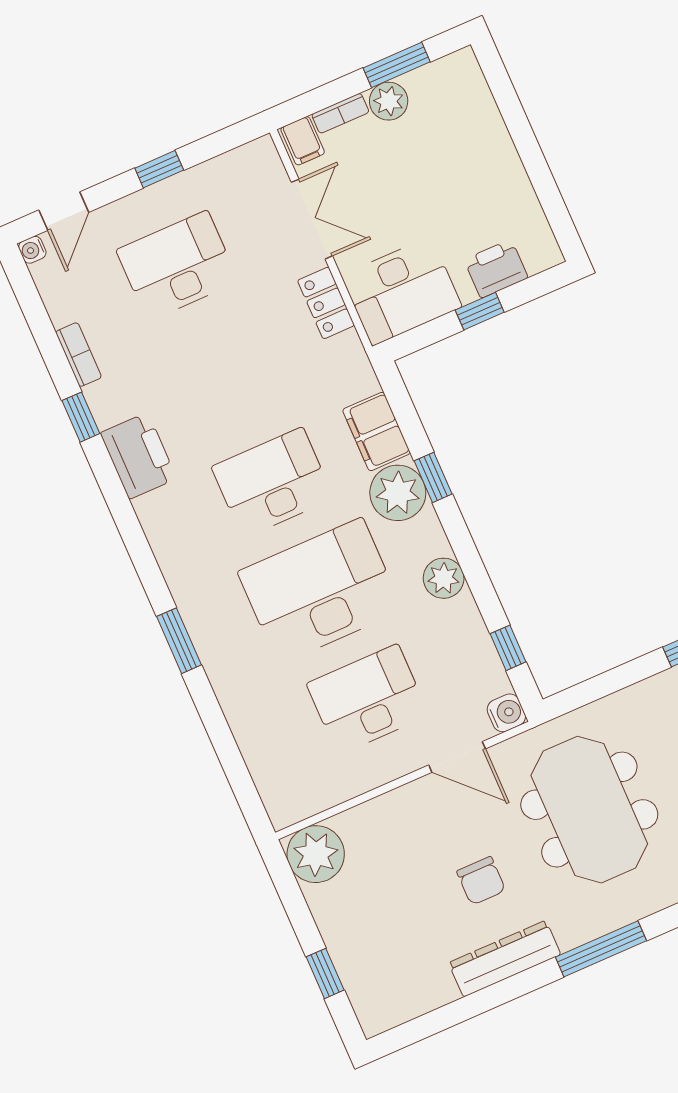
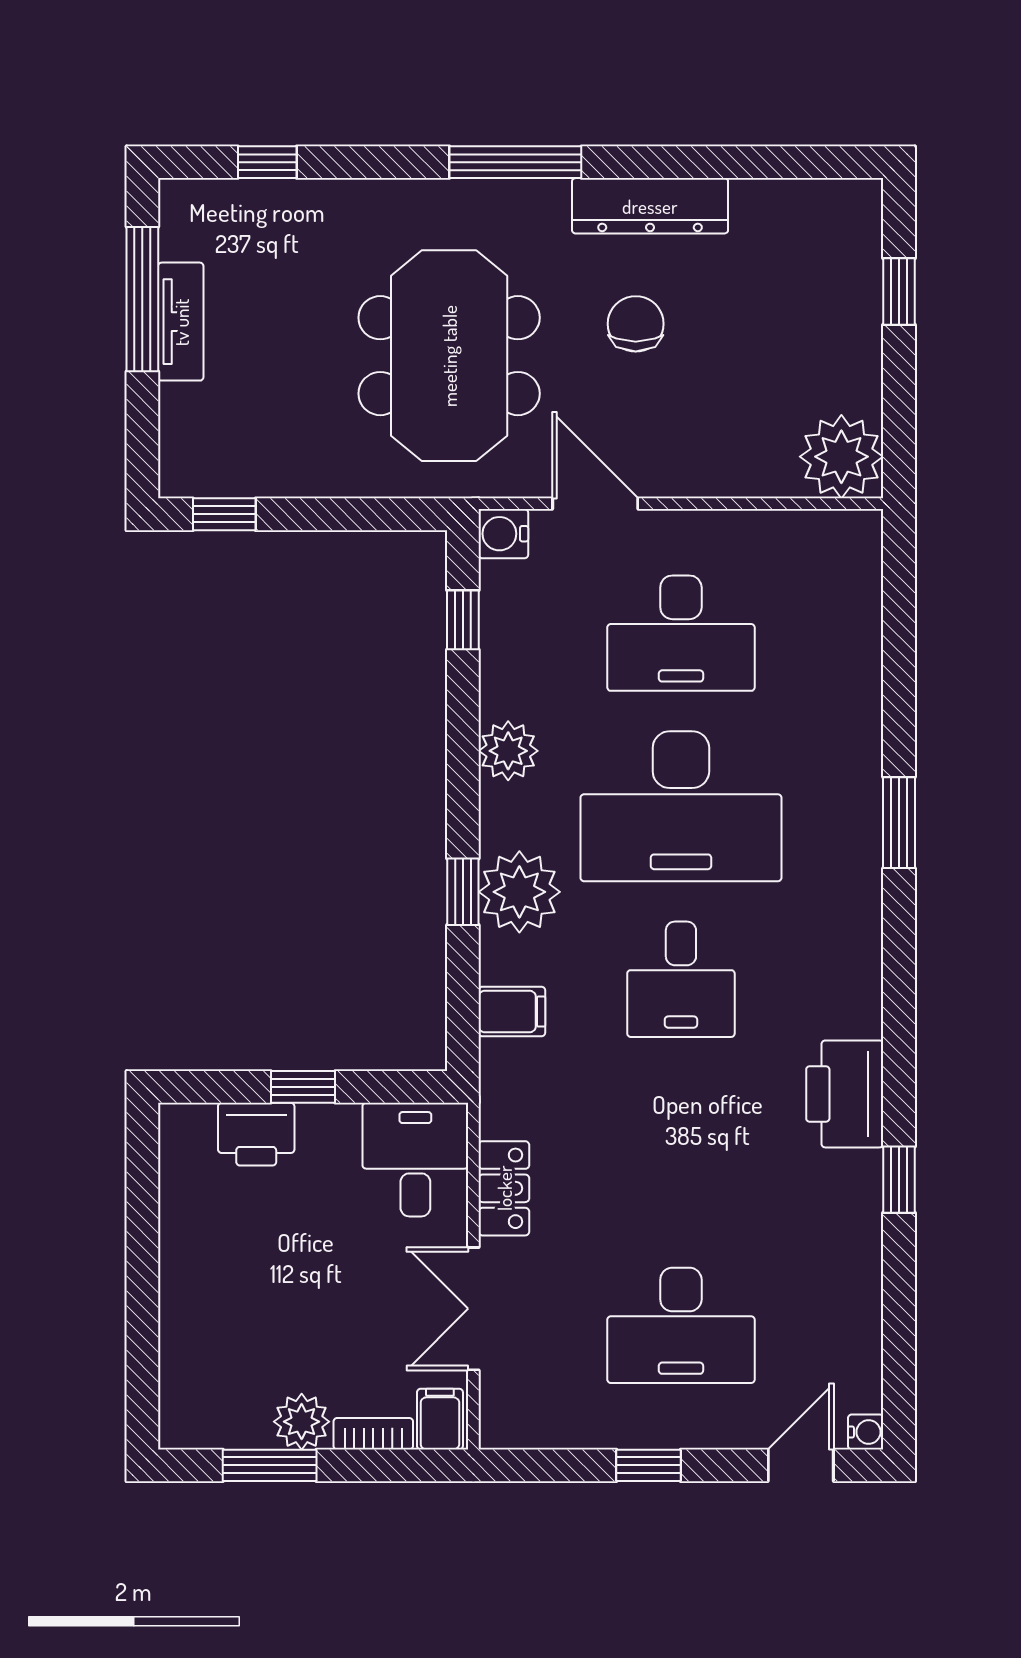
desk: (402, 291) -> (415, 1160), width x0.73
bookcase: (79, 355) -> (865, 1265), removed
filing cabinet: (376, 431) -> (512, 1012), width x0.50
desk: (273, 483) -> (681, 979), width x0.73

